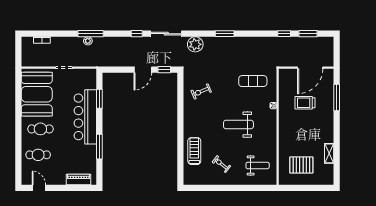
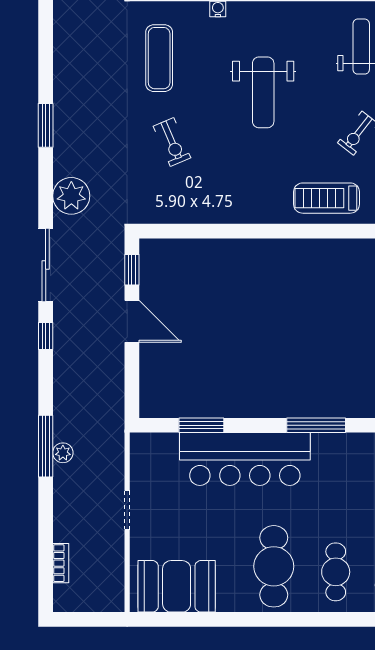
exercise bike: (201, 91) -> (172, 142), moved
booth: (37, 94) -> (177, 586), width x0.73, depth x0.70
cafe table: (40, 129) -> (274, 566), width x1.37, depth x1.35

